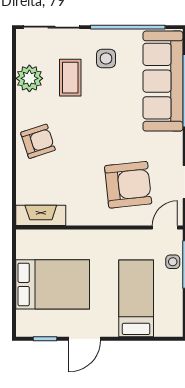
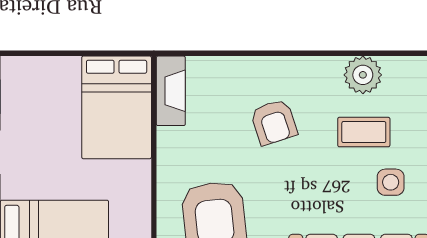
armchair: (38, 141) -> (274, 122), moved
bed: (53, 284) -> (117, 107), moved

